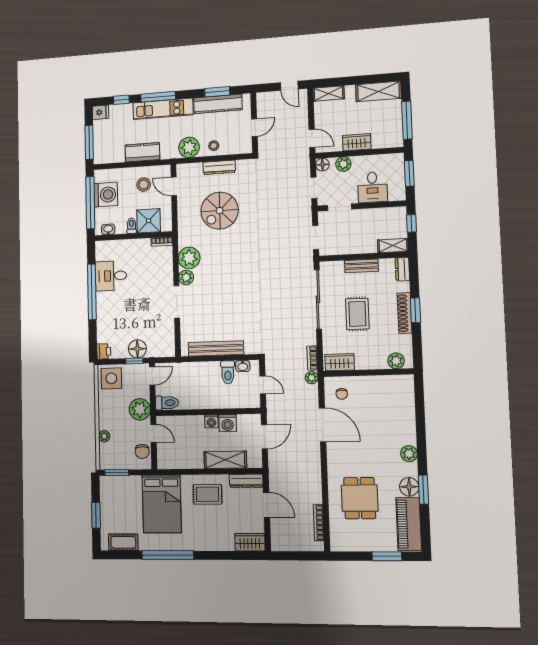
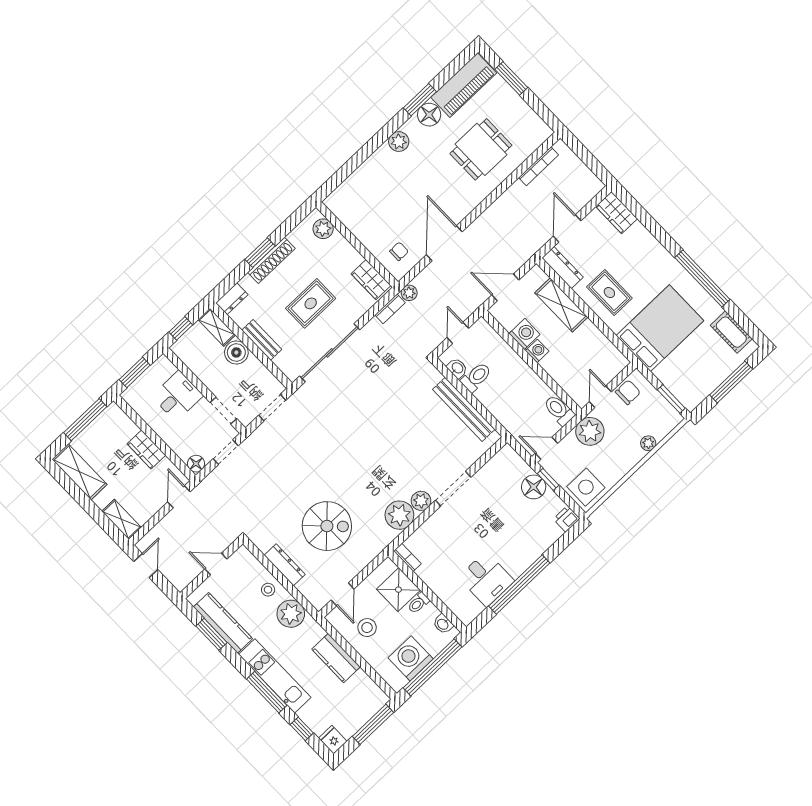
plant: (343, 164) -> (178, 444), removed
boiler: (367, 244) -> (236, 352), added
window: (96, 515) -> (731, 382), width x1.44

